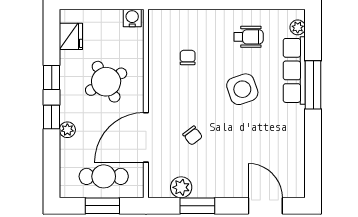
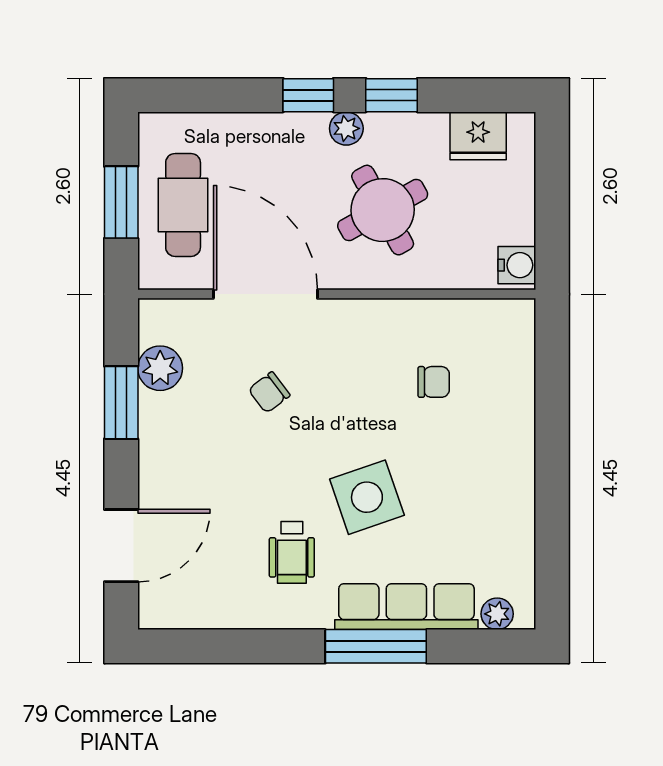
wheelchair: (248, 37) -> (292, 552), moved
plant: (67, 130) -> (346, 128), moved

